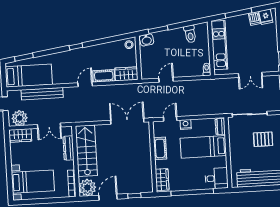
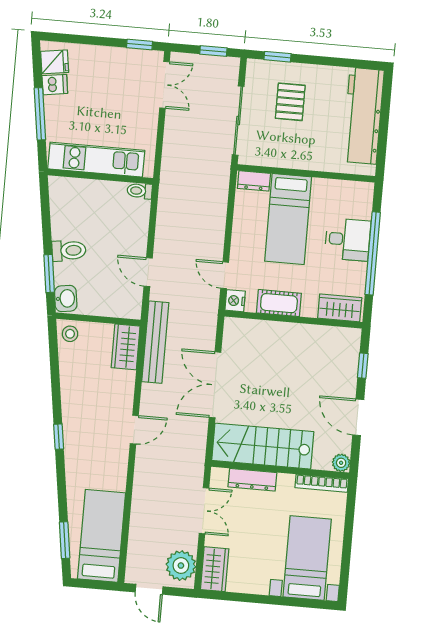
toilet: (190, 34) -> (69, 251), moved
double door: (250, 75) -> (164, 85), moved
cot: (104, 76) -> (123, 391), removed
door: (85, 84) -> (134, 430), swing flipped
bench: (42, 94) -> (155, 342), moved
double door: (127, 121) -> (215, 385), moved
nightstand: (186, 124) -> (235, 301), moved
desk: (217, 178) -> (348, 239), moved, turned 90
plant: (87, 188) -> (341, 463), width x0.53, depth x0.53

